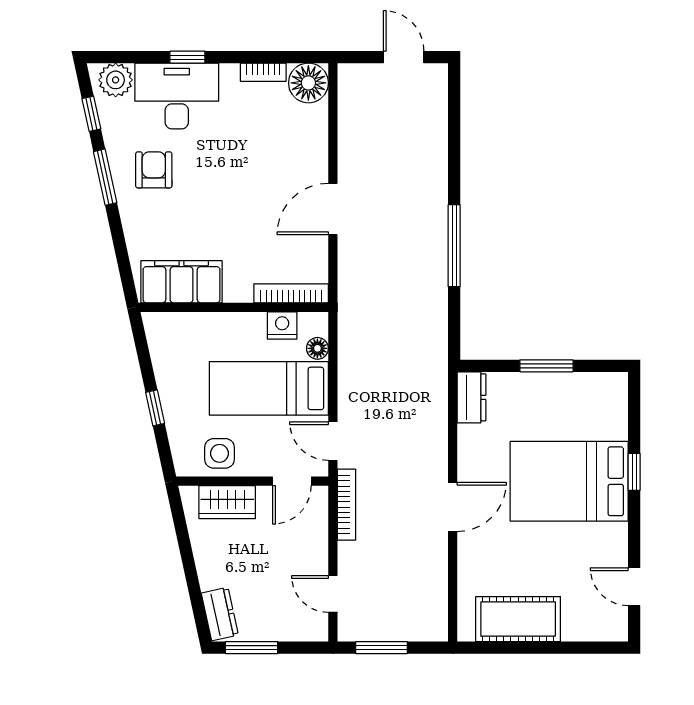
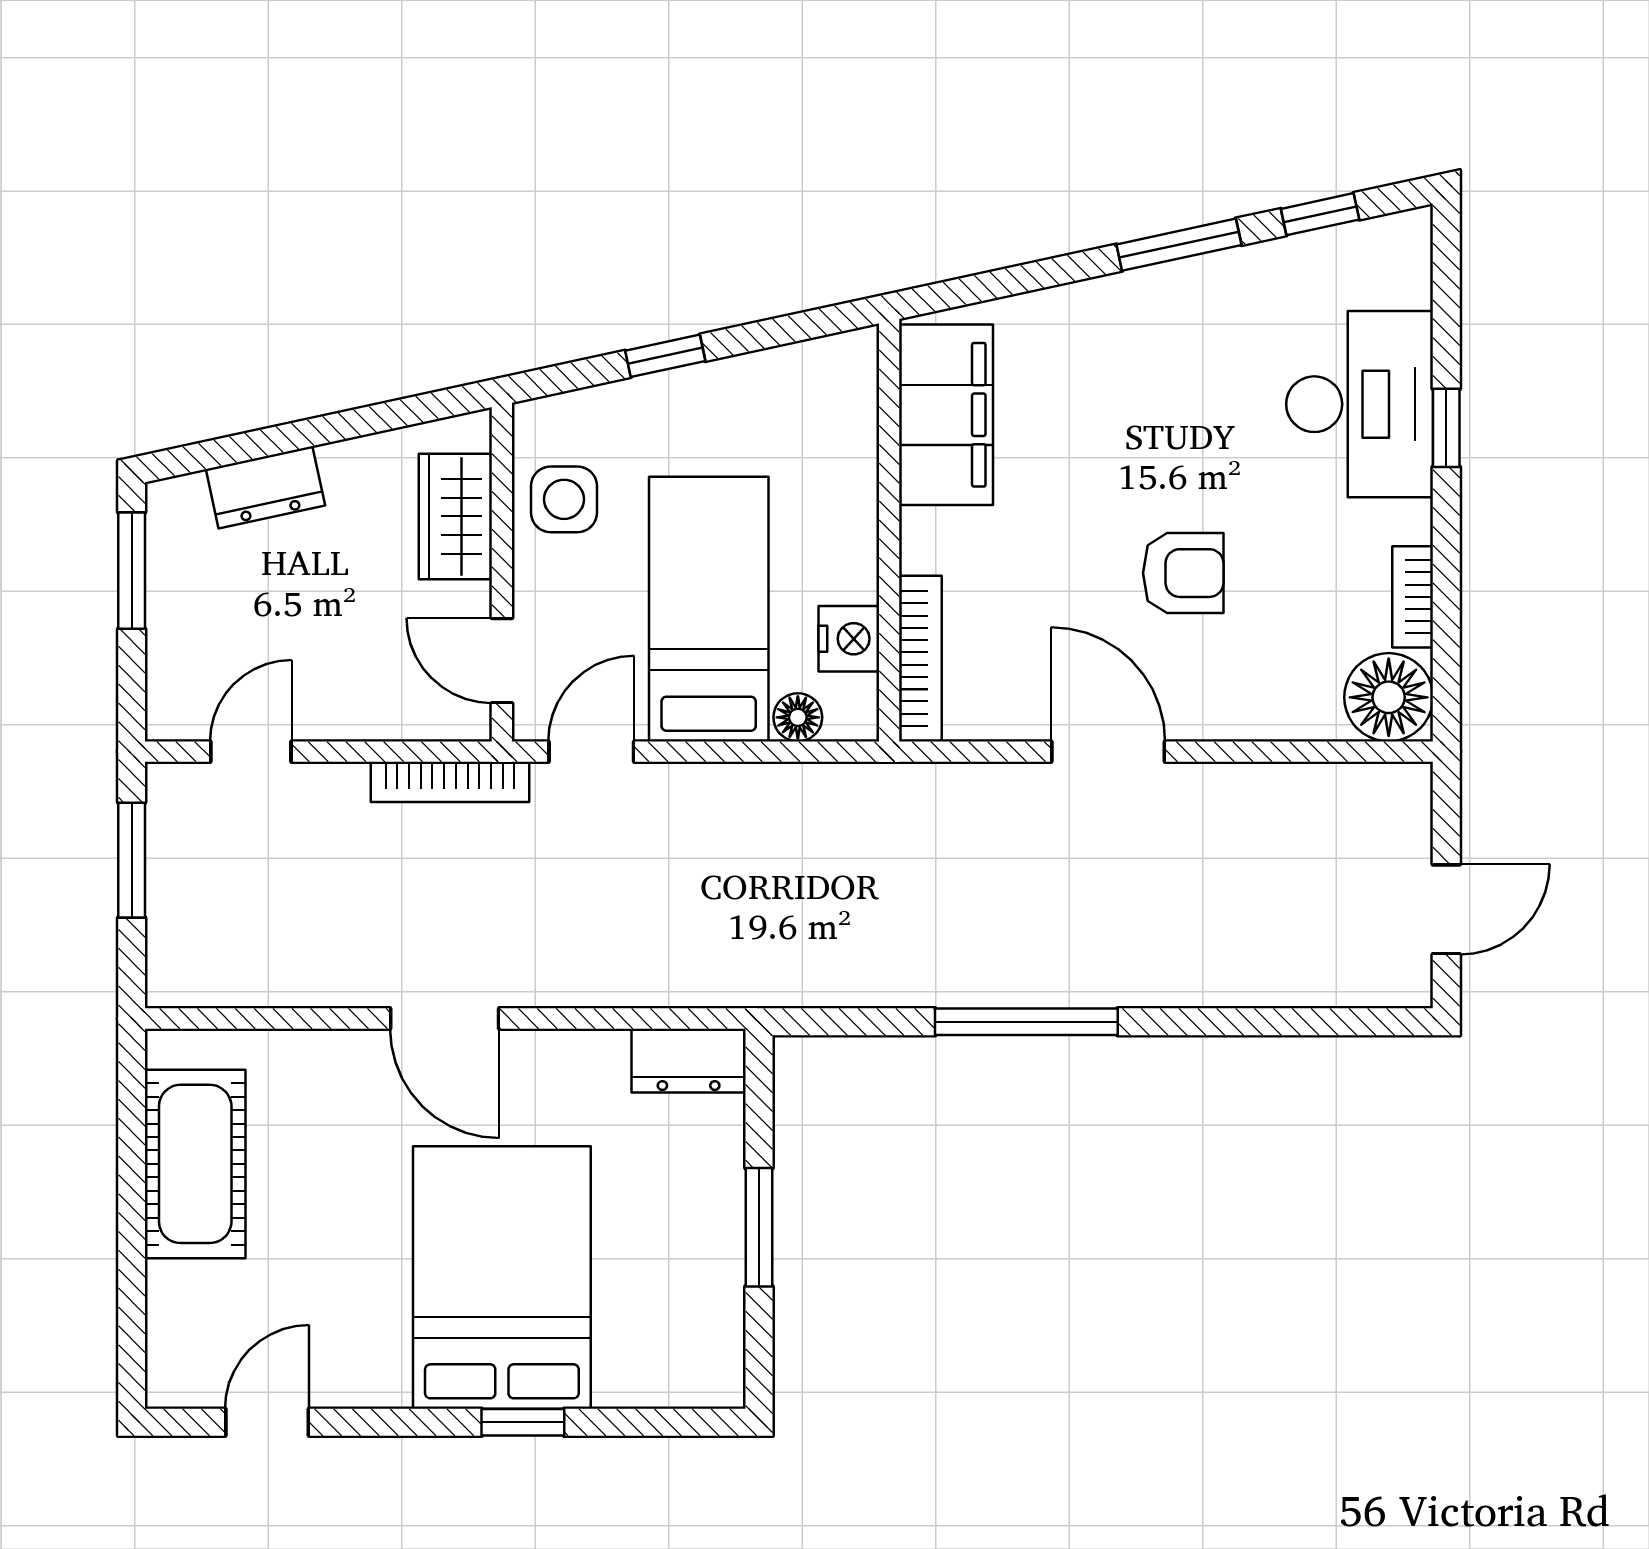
plant: (116, 80) -> (1395, 268), removed
armchair: (154, 170) -> (1183, 573), moved
dresser: (220, 614) -> (265, 487), moved

